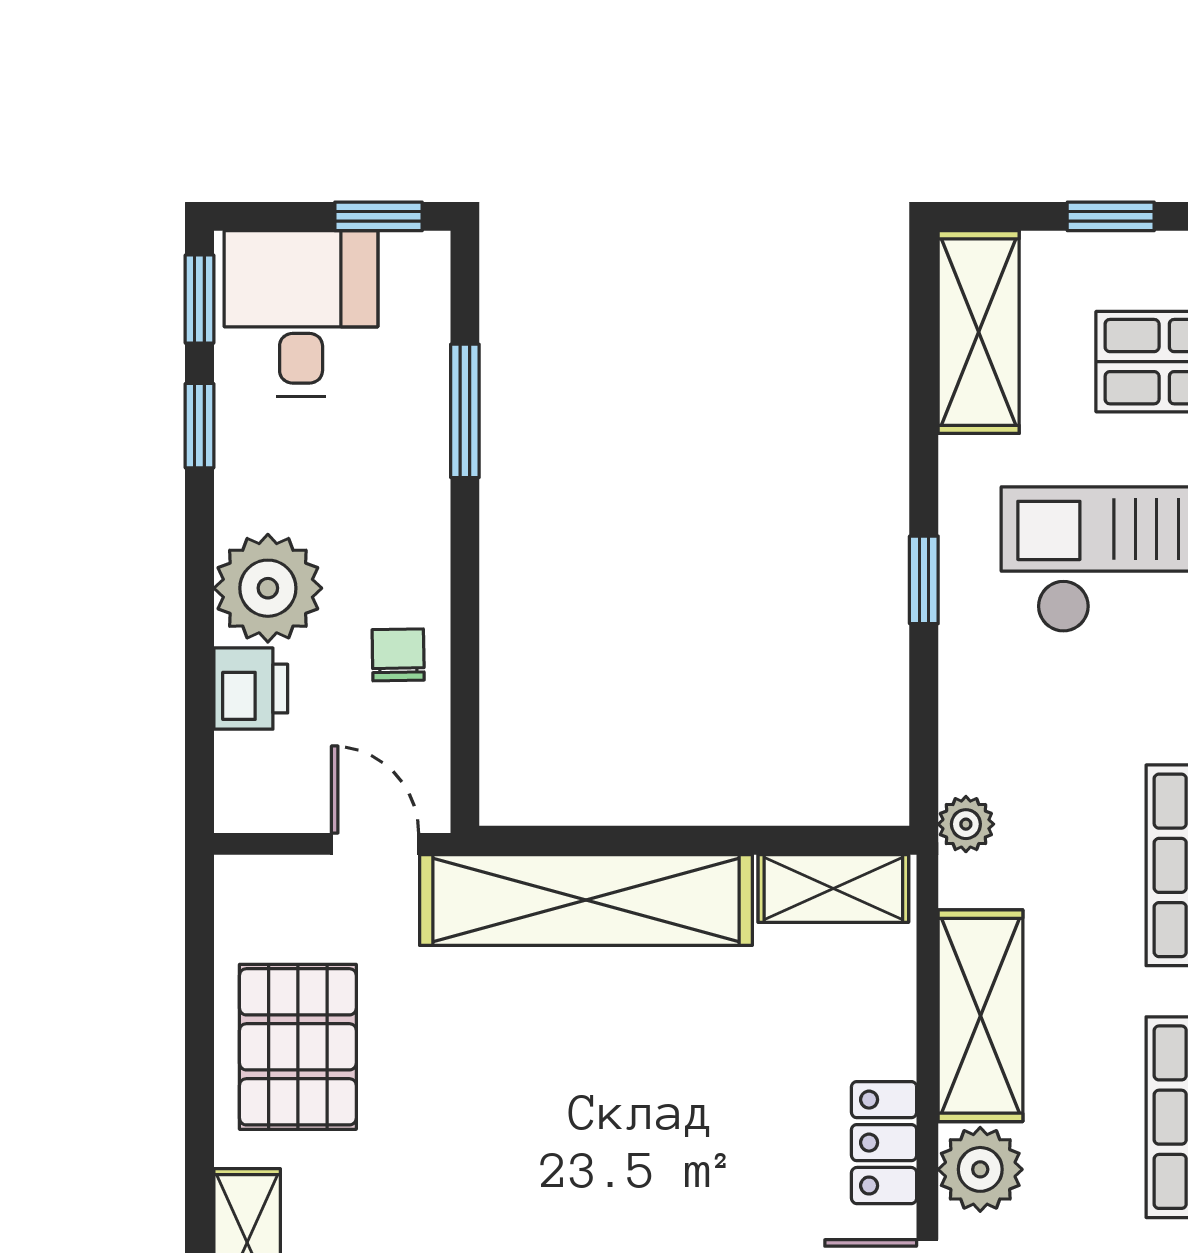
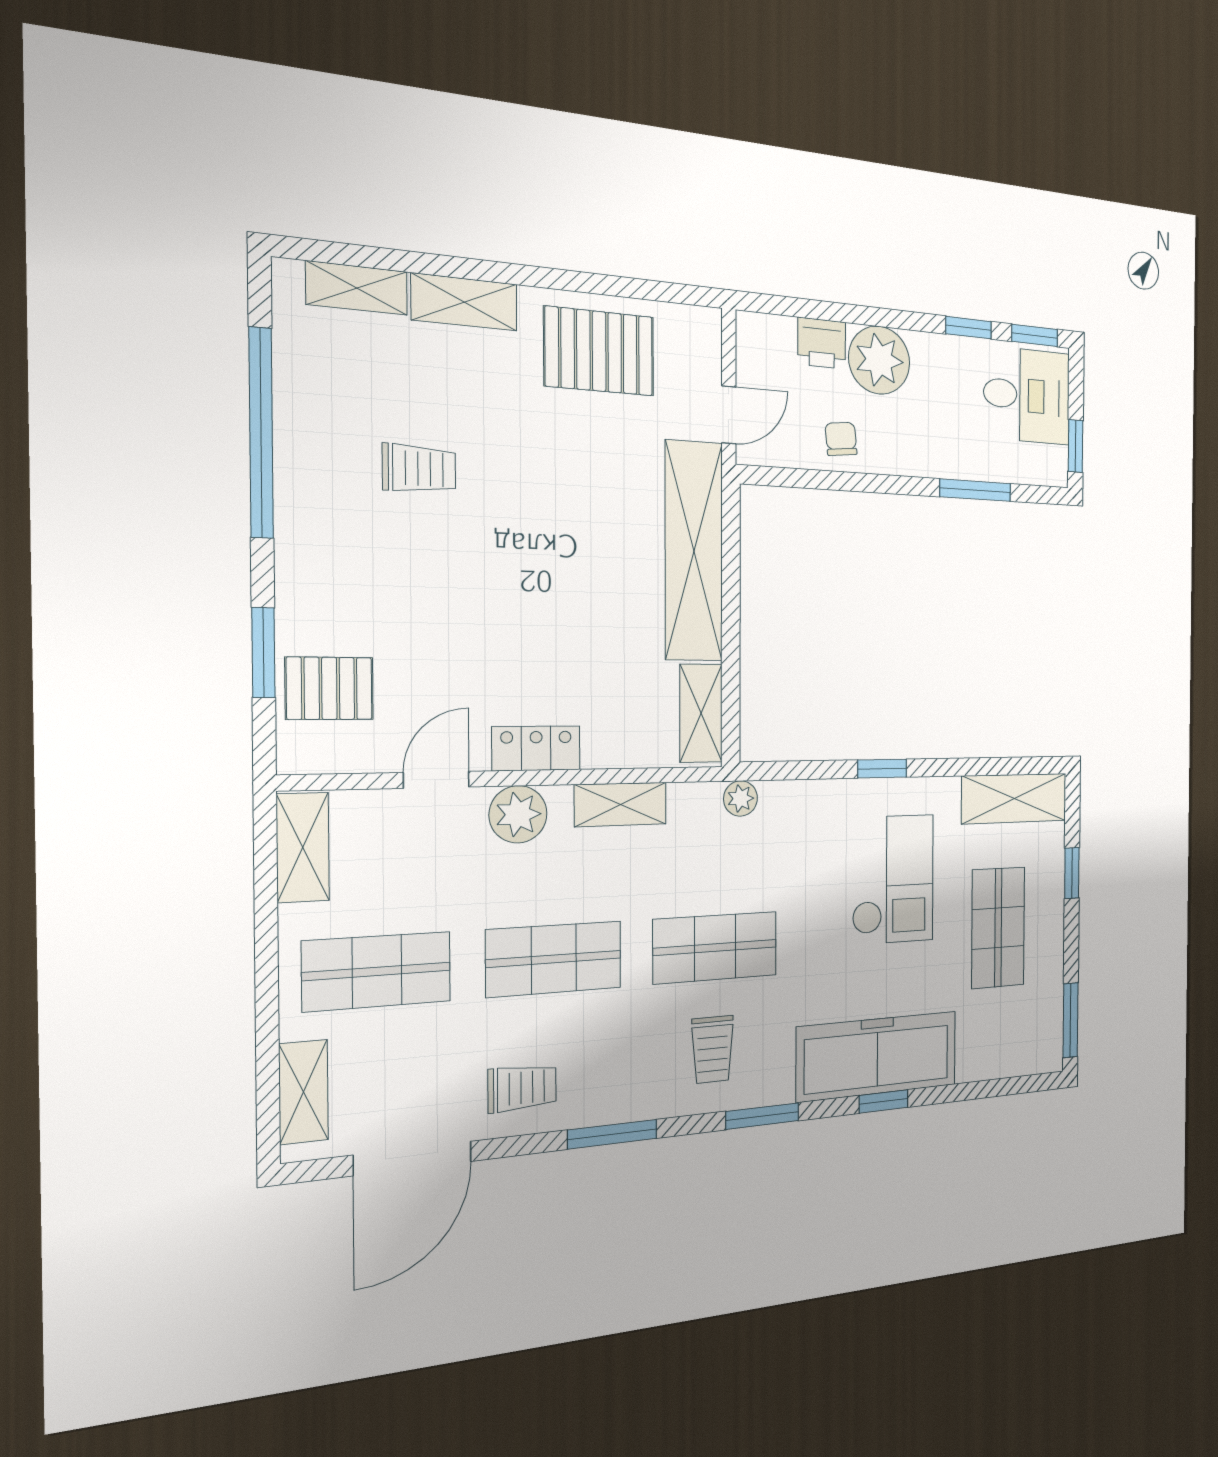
chair: (398, 655) -> (841, 439), turned -95
shelving: (980, 1016) -> (621, 804), width x0.67, depth x0.75

